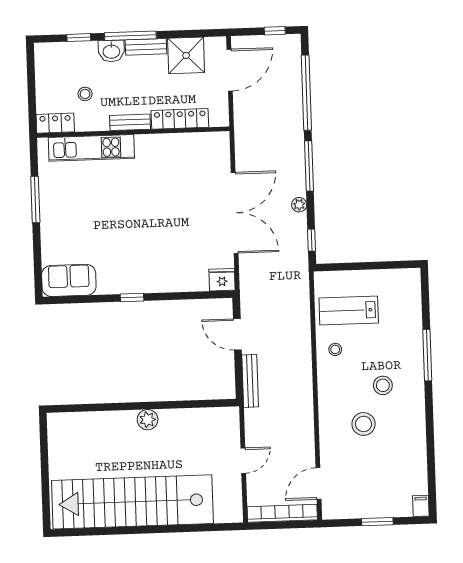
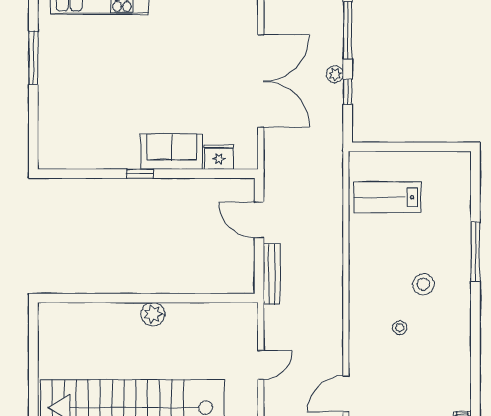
window: (312, 240) -> (348, 92), moved
sofa: (69, 280) -> (172, 152), moved
fridge: (222, 280) -> (219, 157), moved
stool: (335, 349) -> (370, 241), removed
stool: (364, 424) -> (400, 328), width x0.53, depth x0.53

